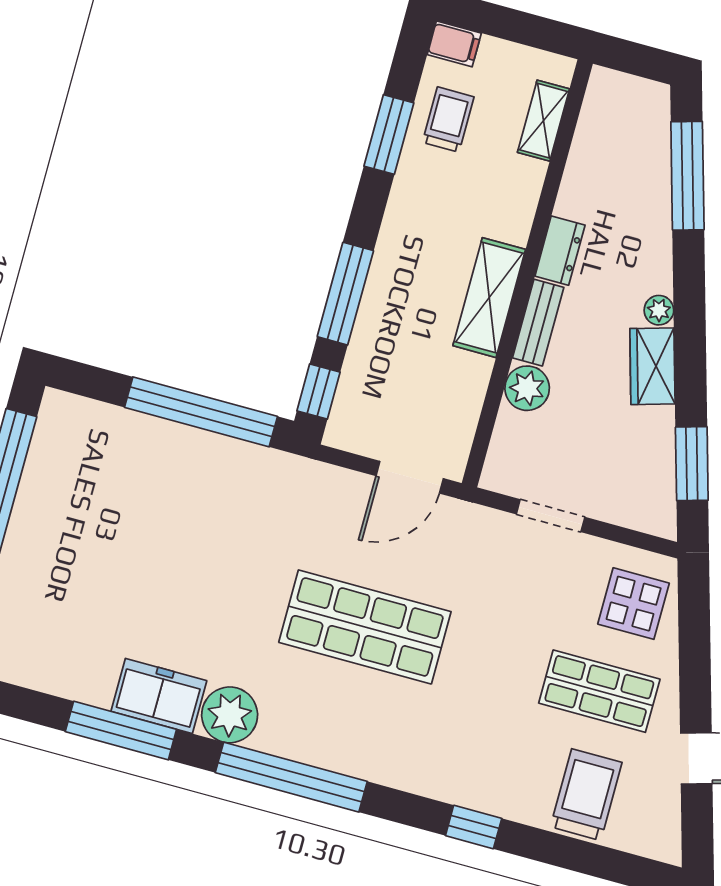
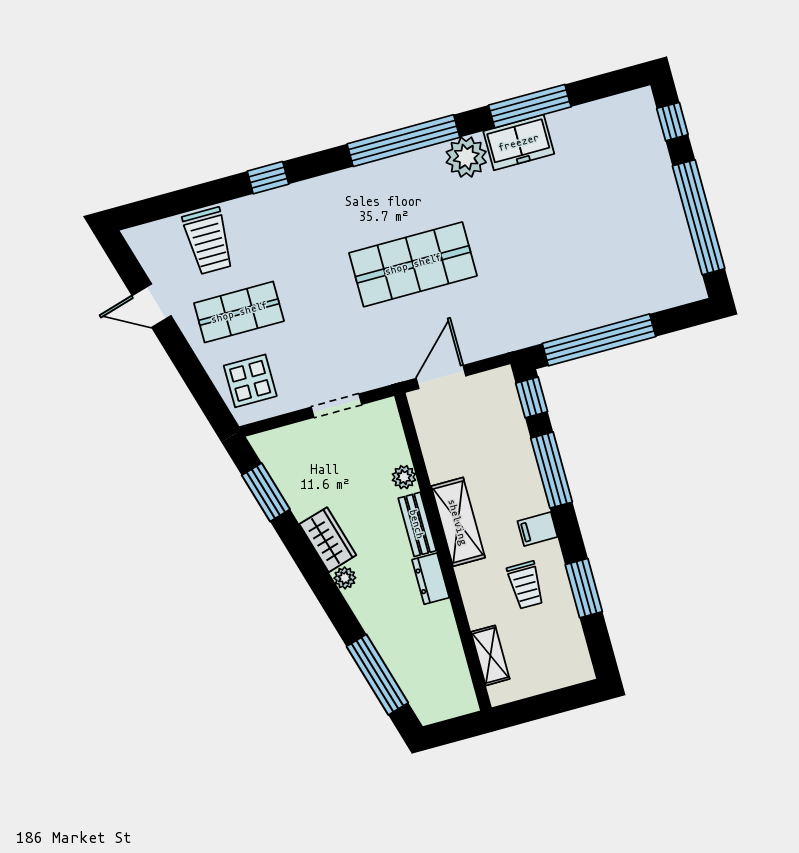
filing cabinet: (454, 44) -> (537, 529), moved
trolley: (448, 120) -> (526, 585), moved
plant: (527, 388) -> (404, 477), width x0.73, depth x0.73

